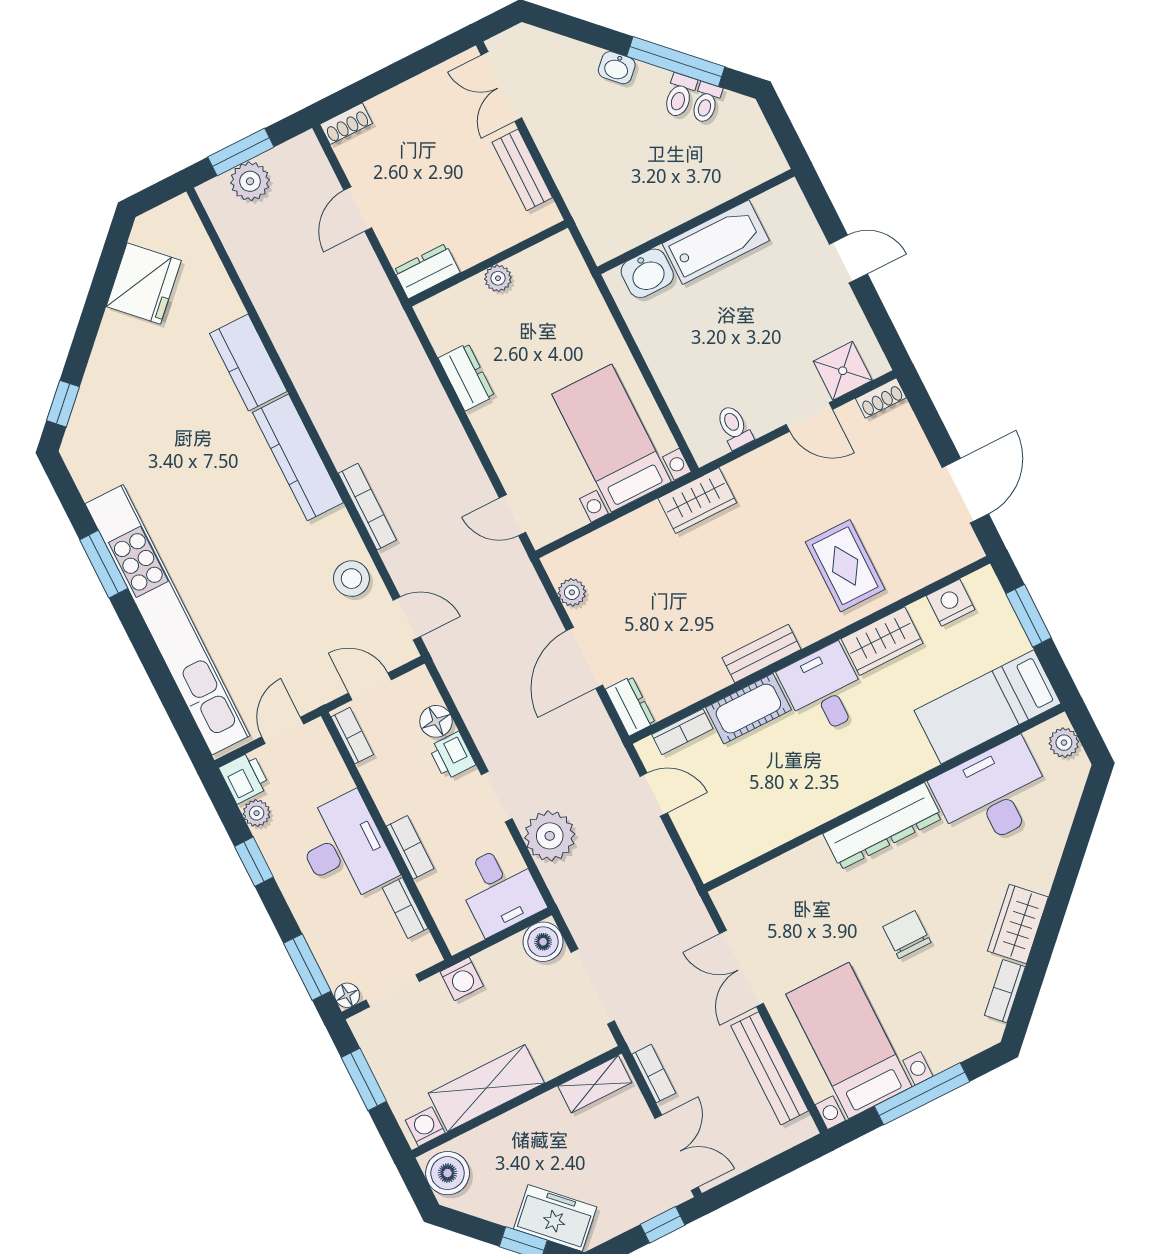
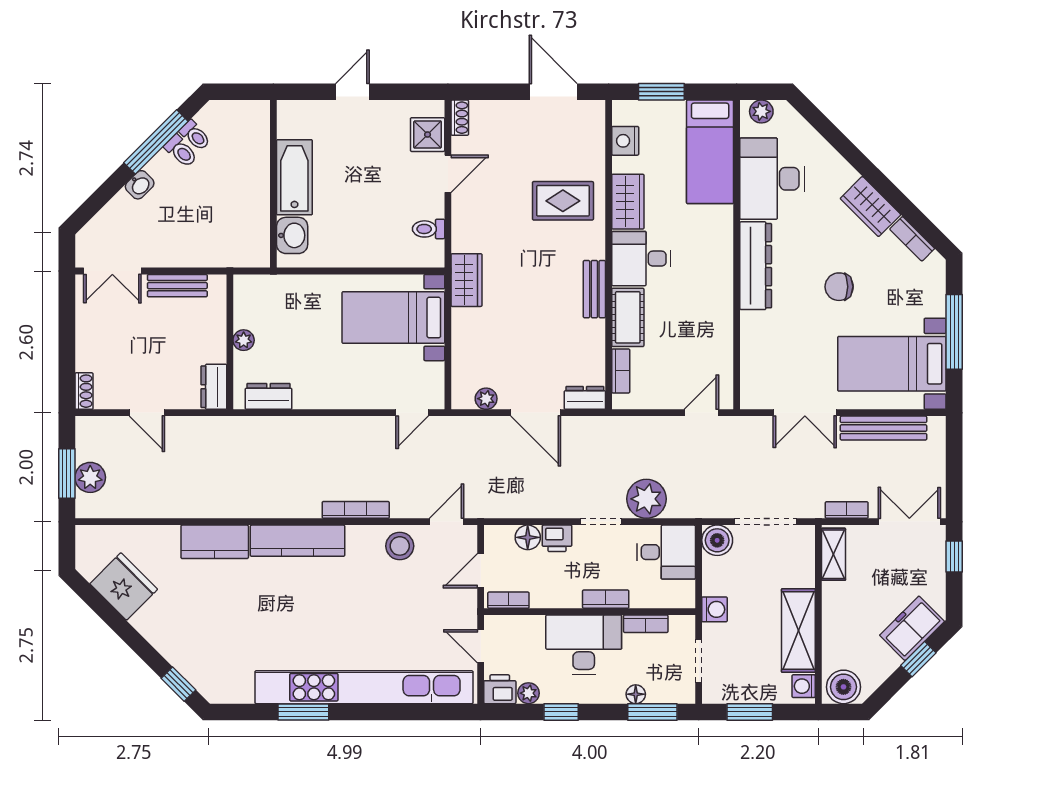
dresser: (466, 377) -> (269, 396), moved
door: (654, 795) -> (701, 413), moved
floor lamp: (347, 995) -> (636, 694), moved

